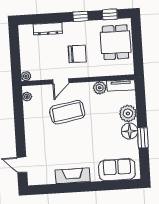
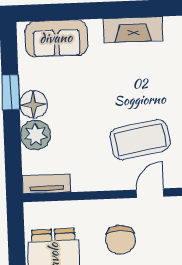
chair: (77, 54) -> (121, 240), turned -90
plant: (100, 88) -> (83, 180), removed

